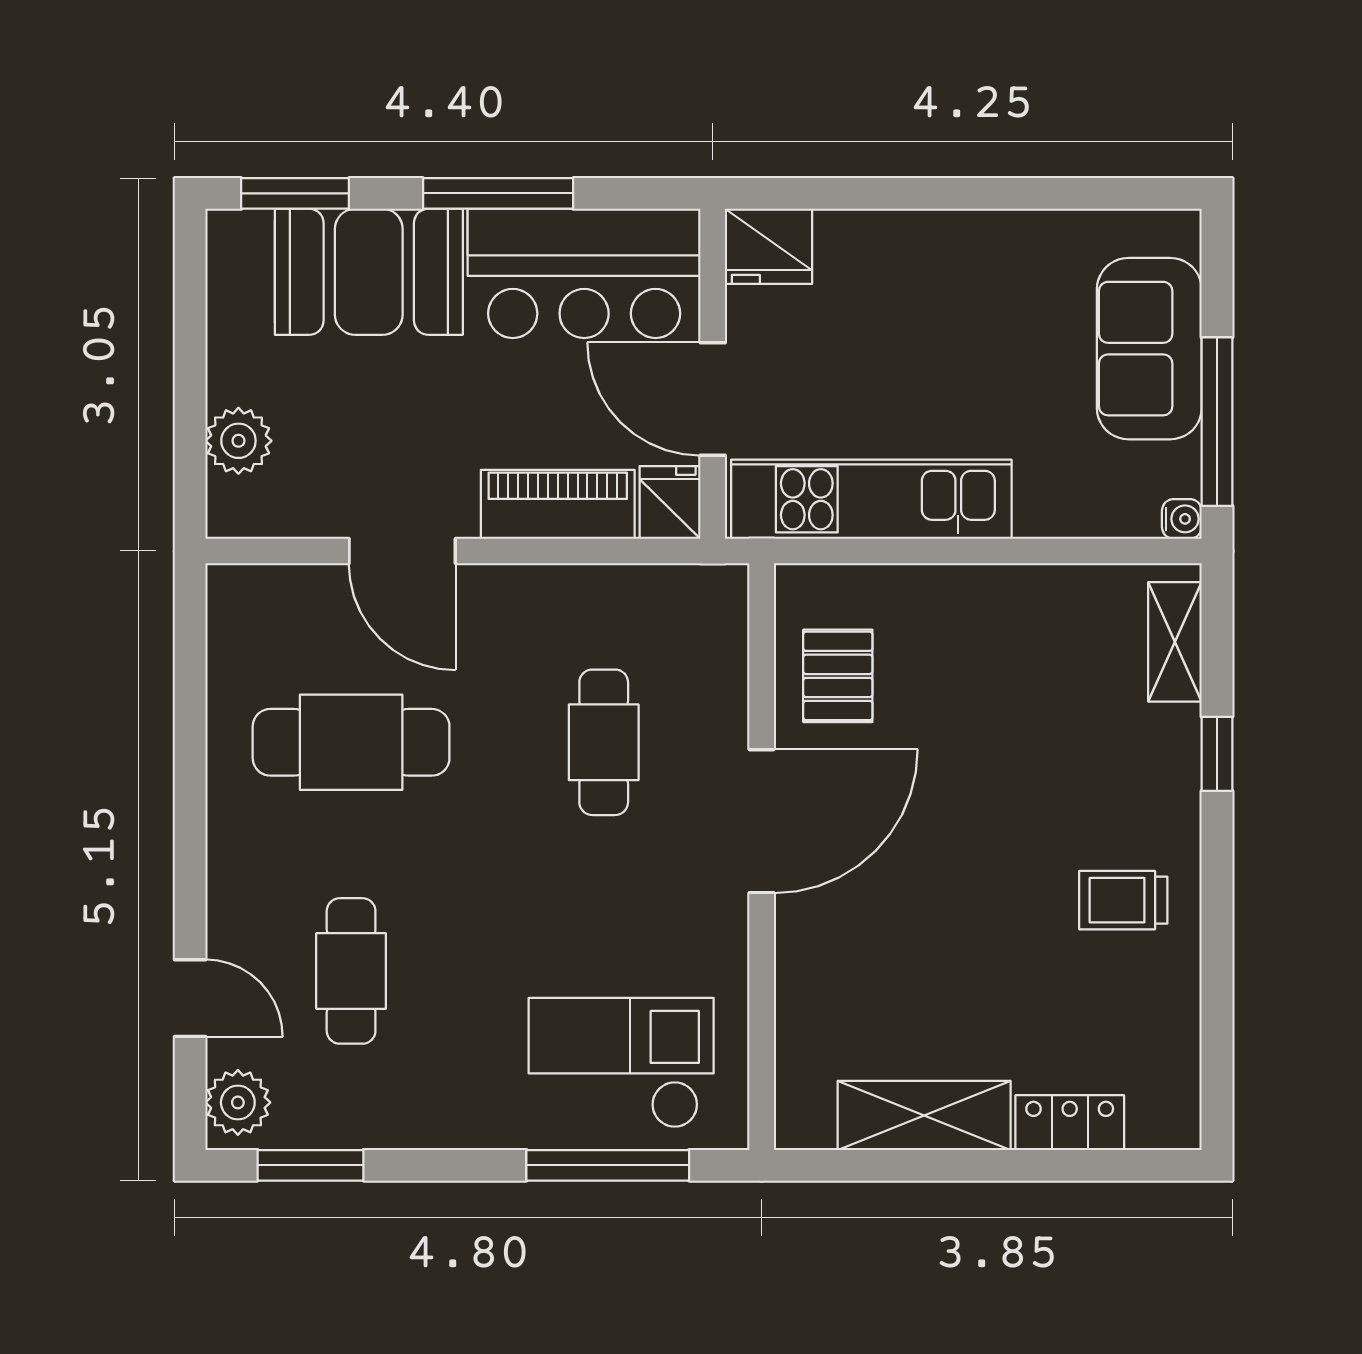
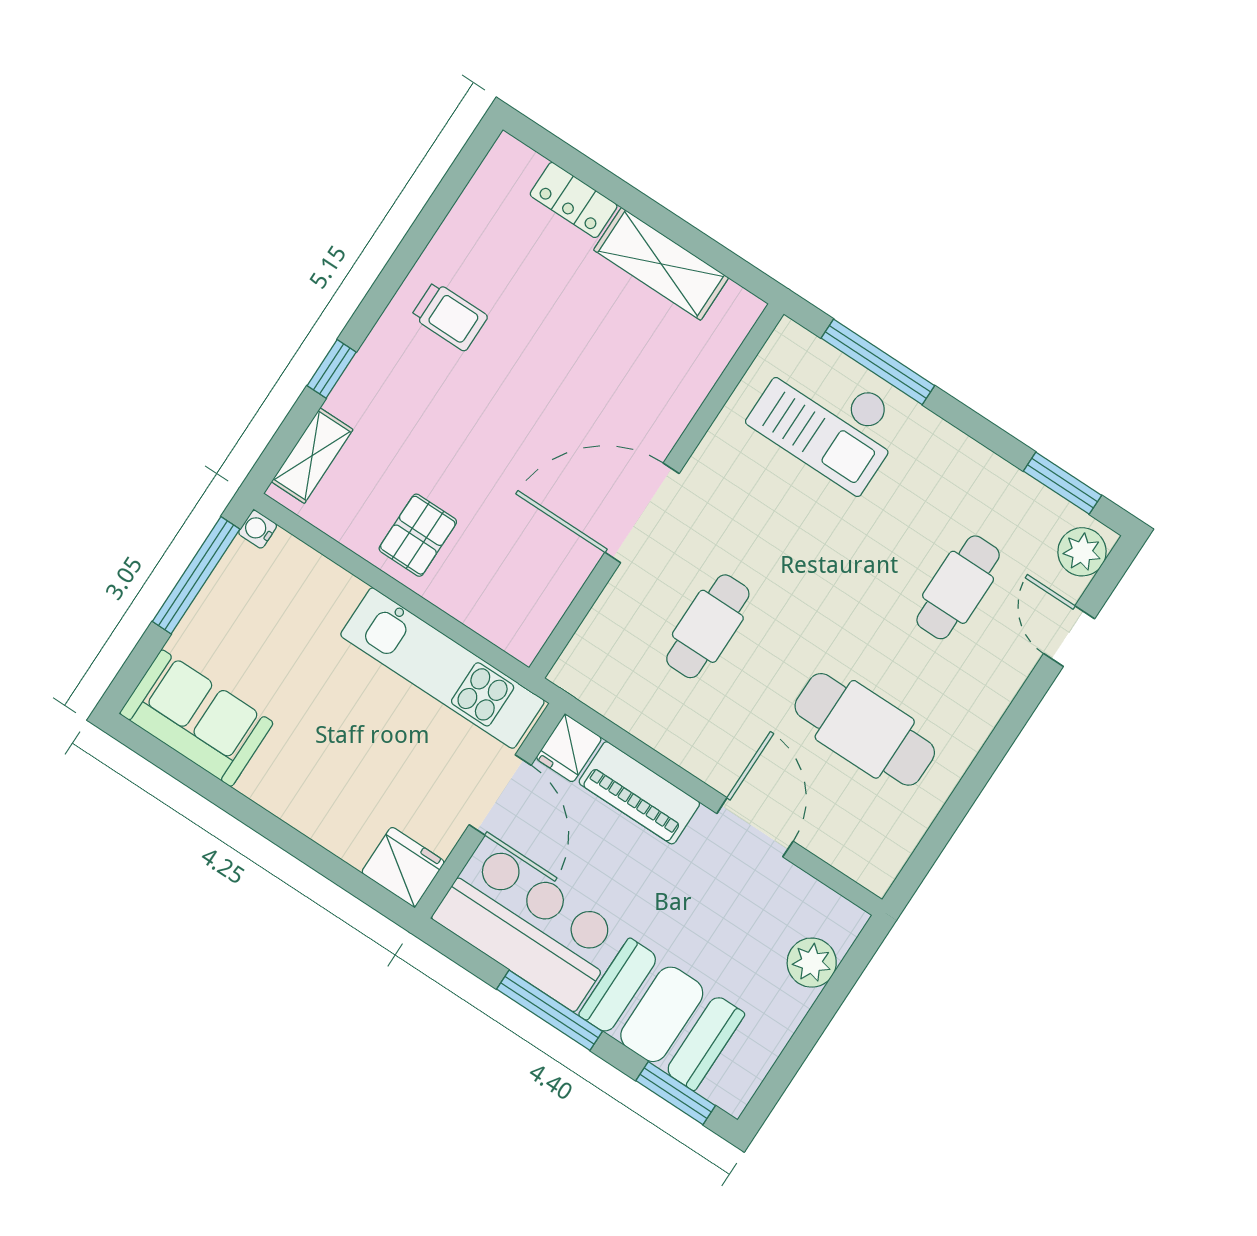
sofa: (1149, 349) -> (196, 718), moved, turned -90
pallet: (838, 676) -> (418, 535), moved

